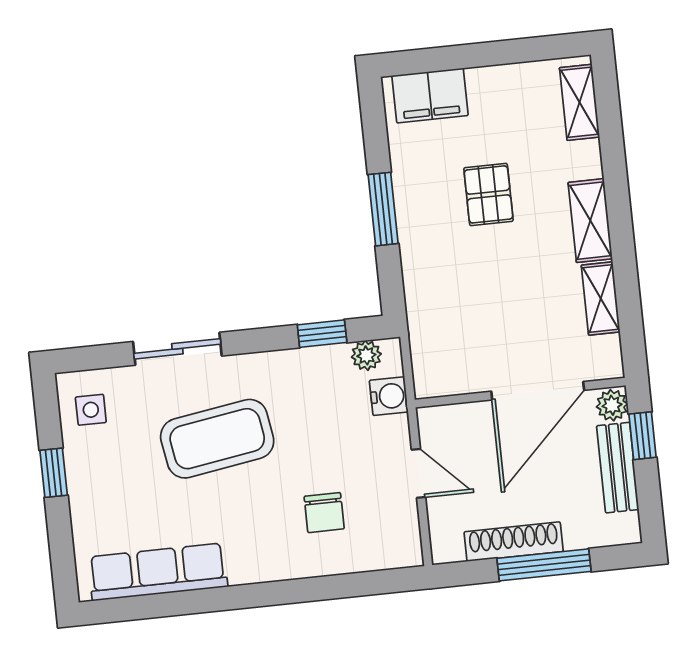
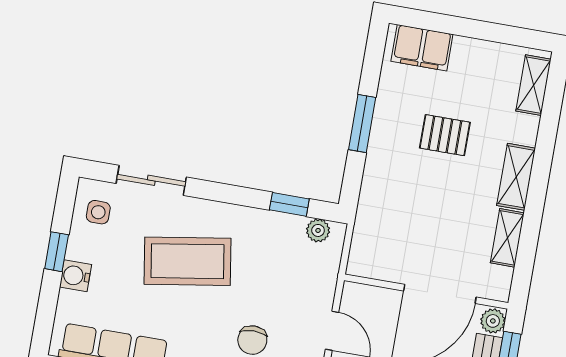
pallet: (488, 194) -> (445, 135), turned 90
sliding door: (177, 349) -> (151, 180), moved
water cooler: (389, 396) -> (76, 276), moved, turned 180

